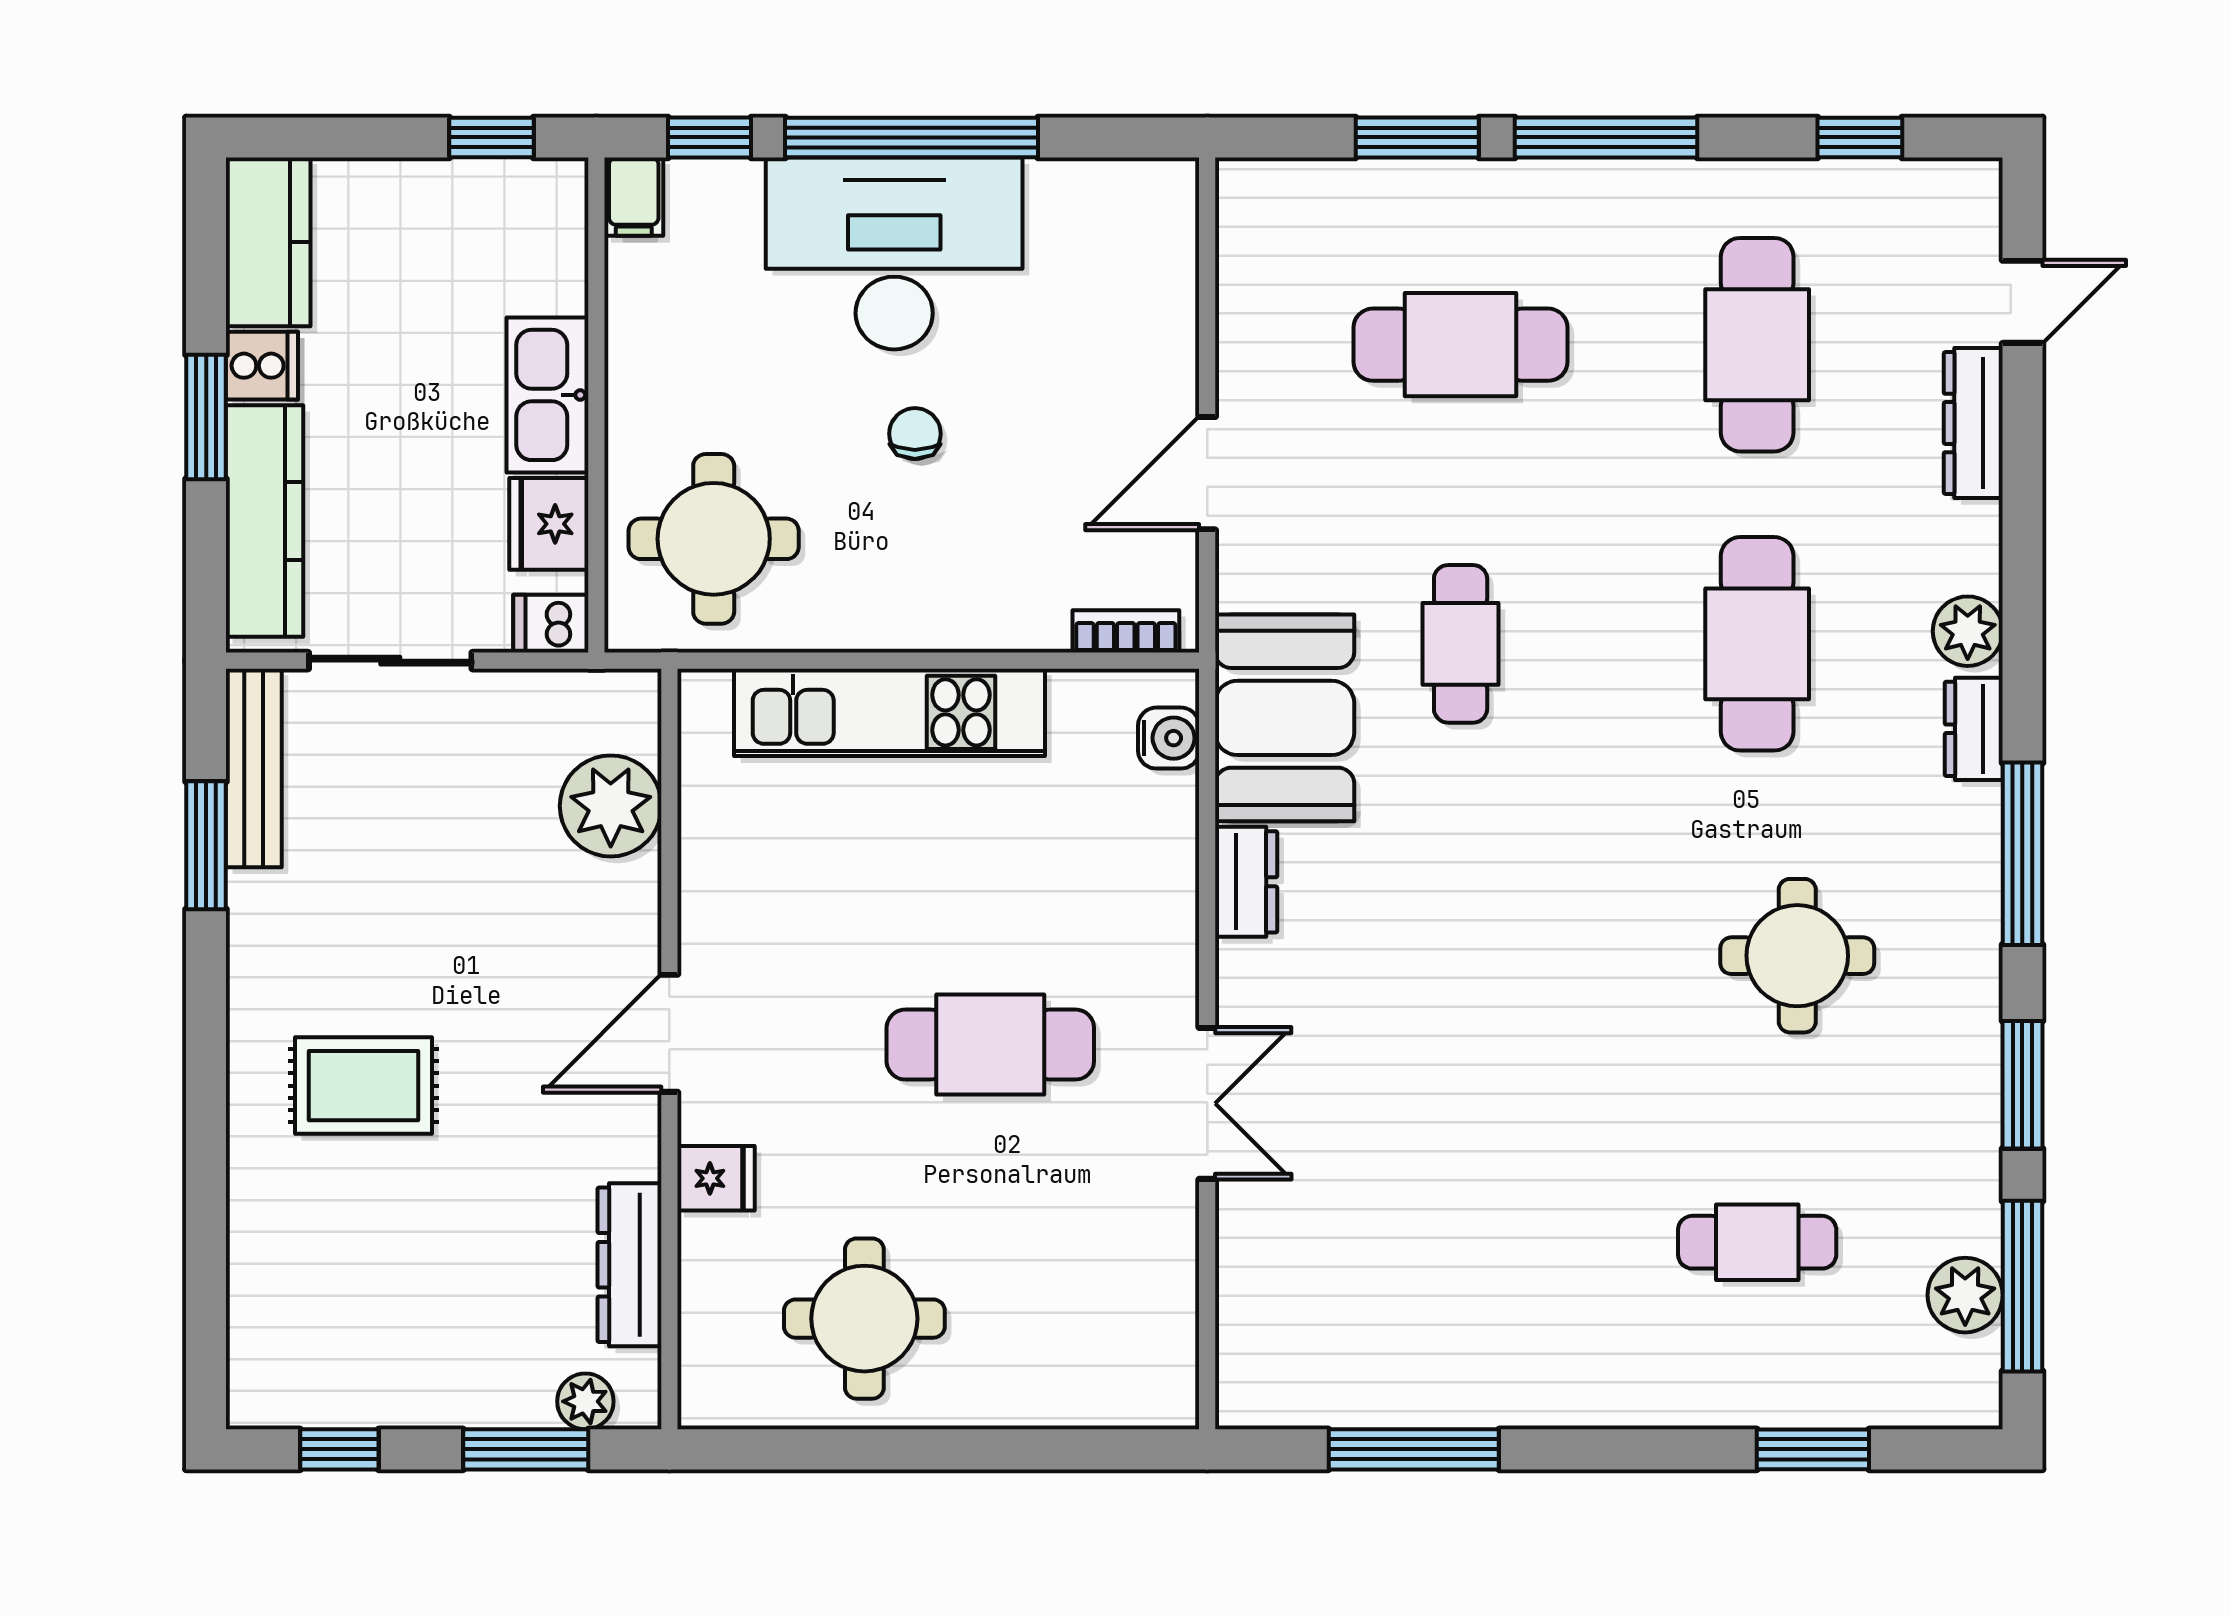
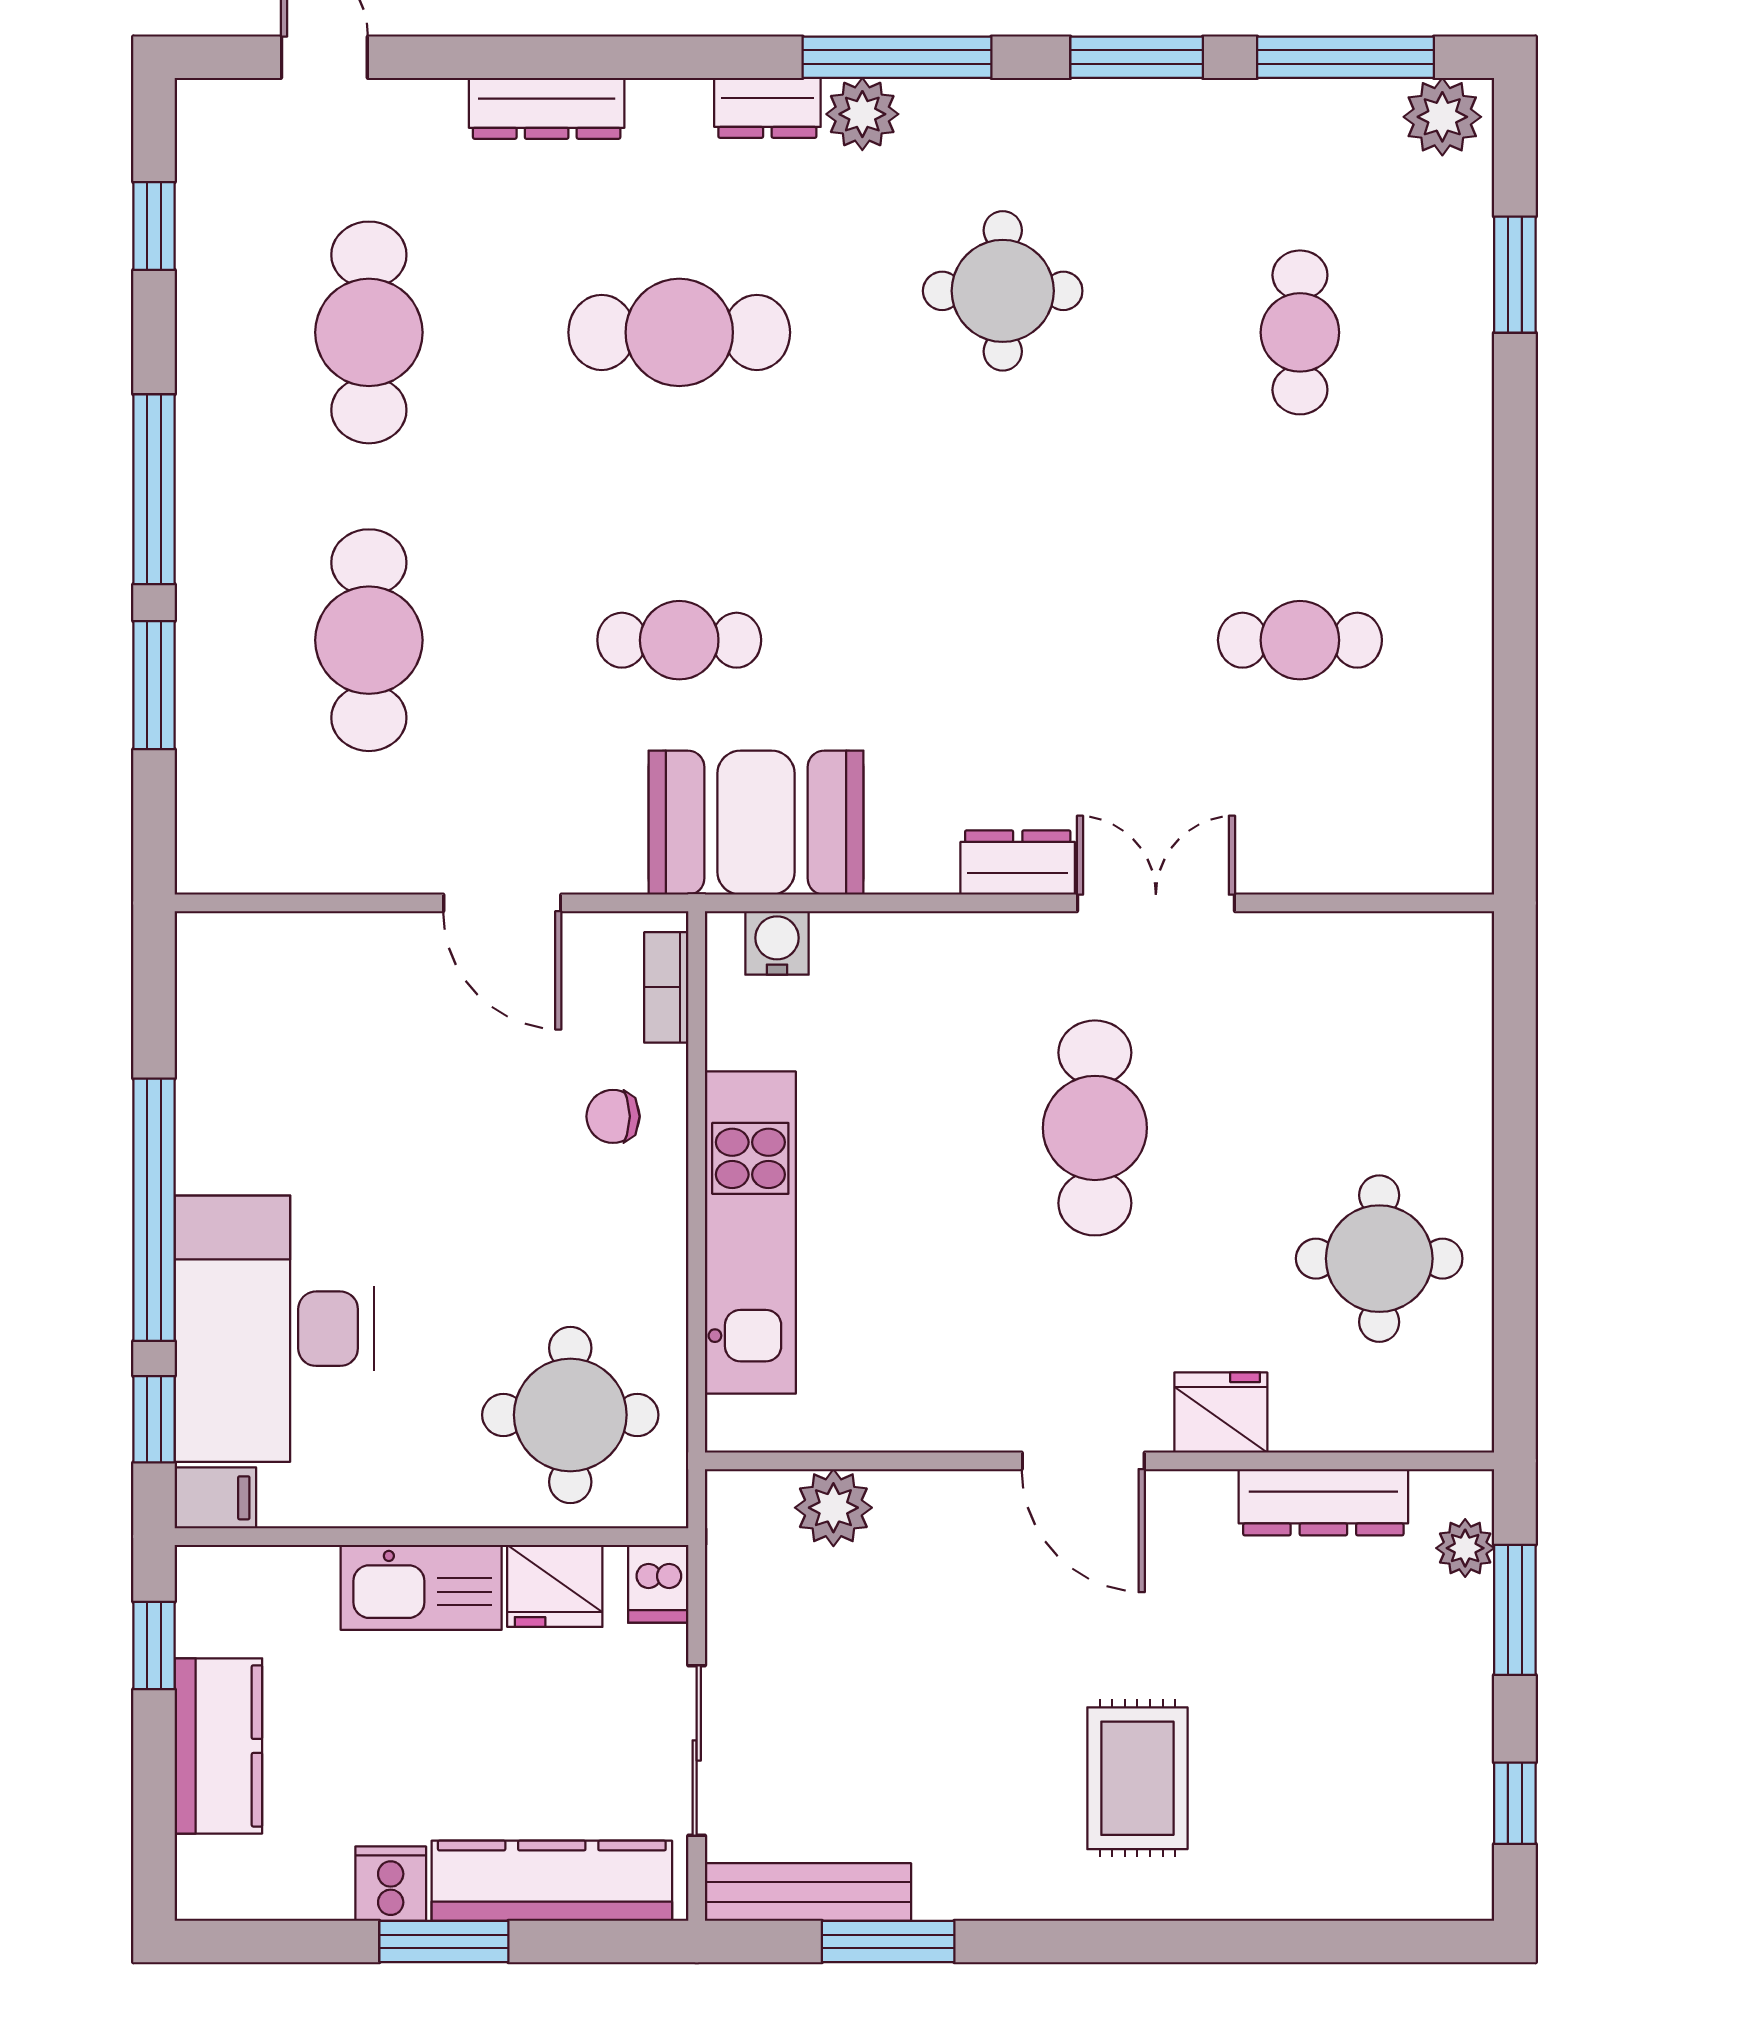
kitchen counter: (268, 242) -> (218, 1746), moved, turned 90
desk: (894, 253) -> (274, 1329), moved
cafe table: (1757, 345) -> (369, 332), turned 90
dresser: (1973, 423) -> (547, 108), moved
chair: (915, 434) -> (613, 1116), moved
plant: (1968, 631) -> (862, 114), moved
plant: (611, 806) -> (833, 1508), width x0.73, depth x0.73
dresser: (1246, 882) -> (1018, 863), moved
fridge: (716, 1178) -> (1221, 1413), width x1.38
cafe table: (1461, 1242) -> (1300, 640), added
plant: (1965, 1295) -> (1442, 117), moved
window: (1414, 1449) -> (1515, 689), removed

